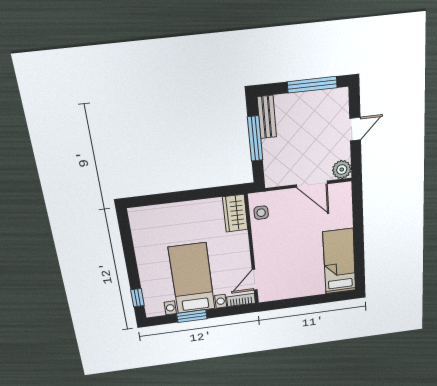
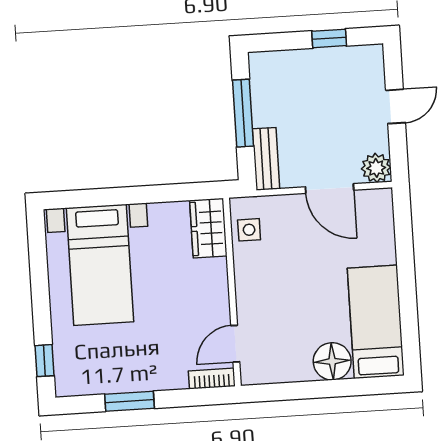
window: (312, 85) -> (329, 38), width x0.46
bench: (267, 117) -> (266, 159), moved
bed with nightstands: (192, 278) -> (100, 265), moved, turned 180
floor lamp: (313, 285) -> (332, 361), added

